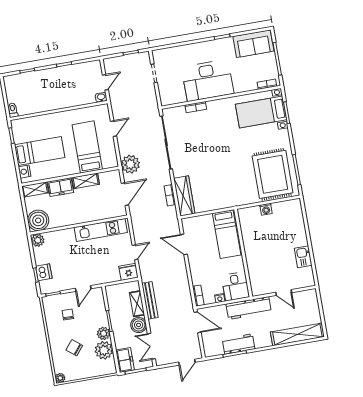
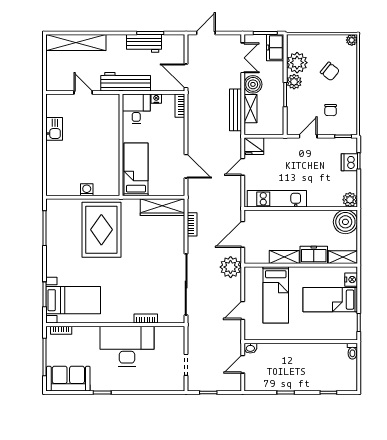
rug: (273, 174) -> (101, 230), moved
wardrobe: (184, 196) -> (163, 207), moved, turned -90

